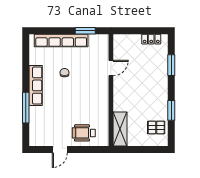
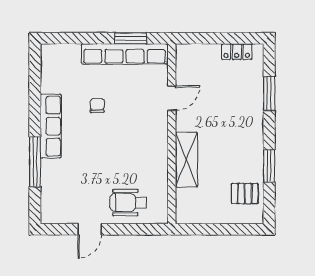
row of seats: (61, 41) -> (125, 54), moved
shelving: (120, 129) -> (186, 160), moved

